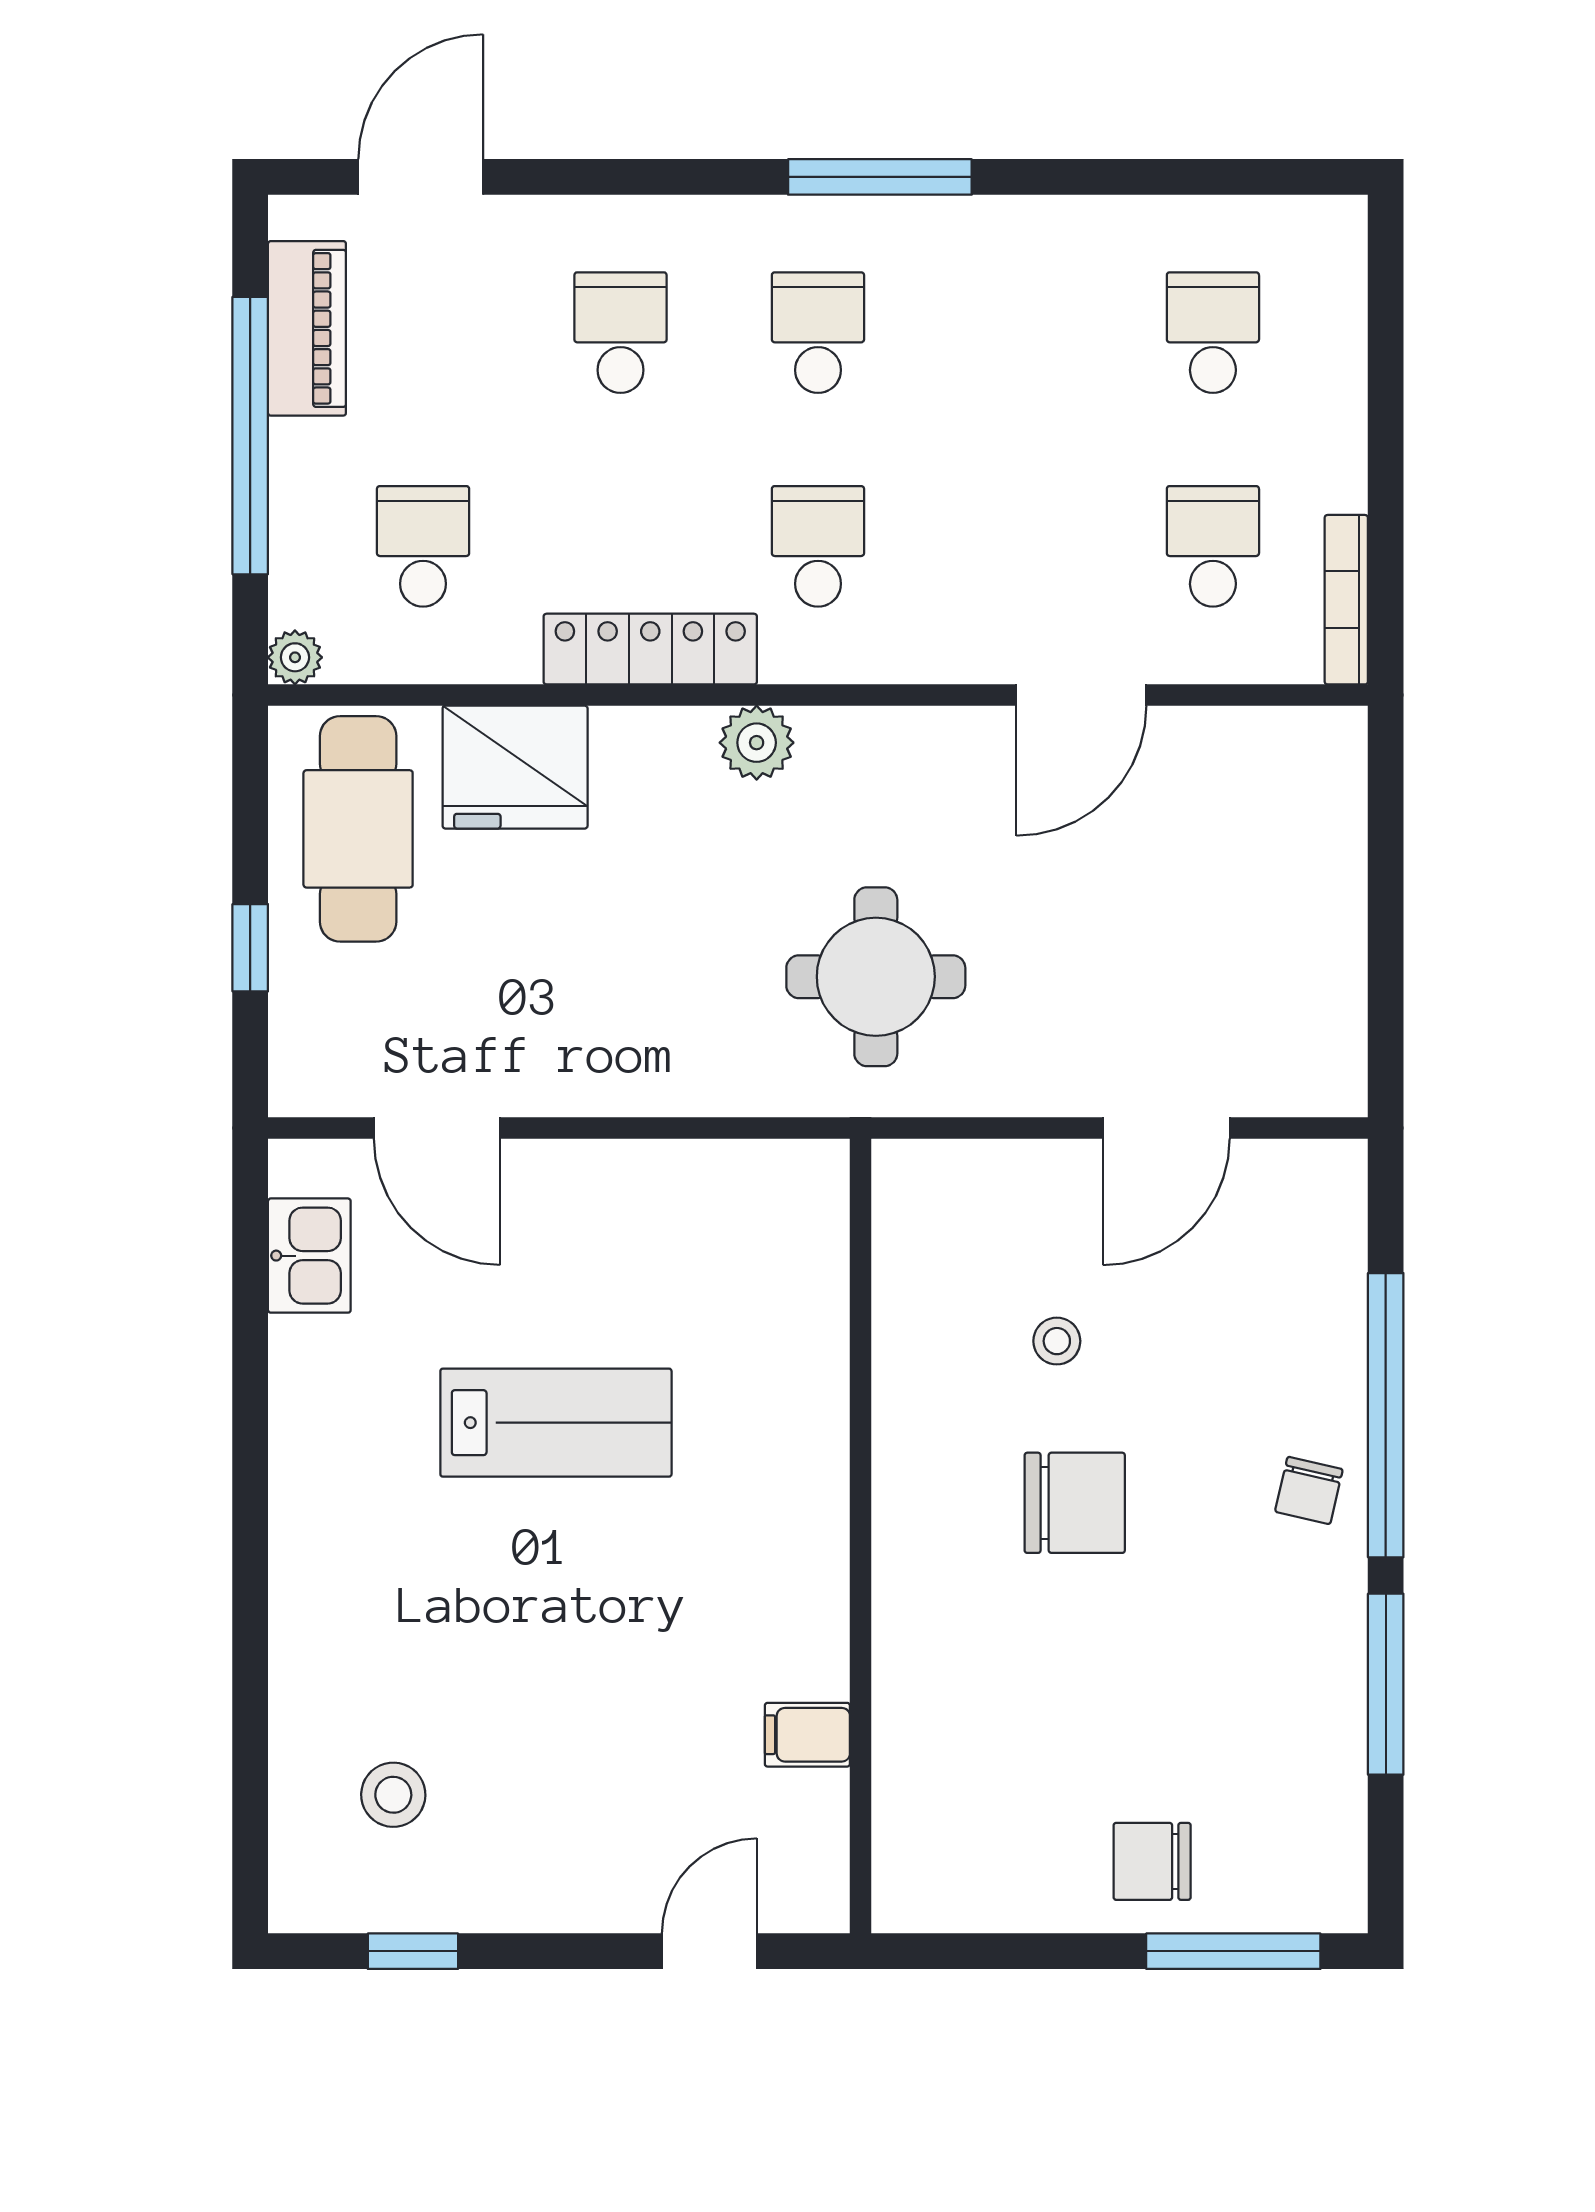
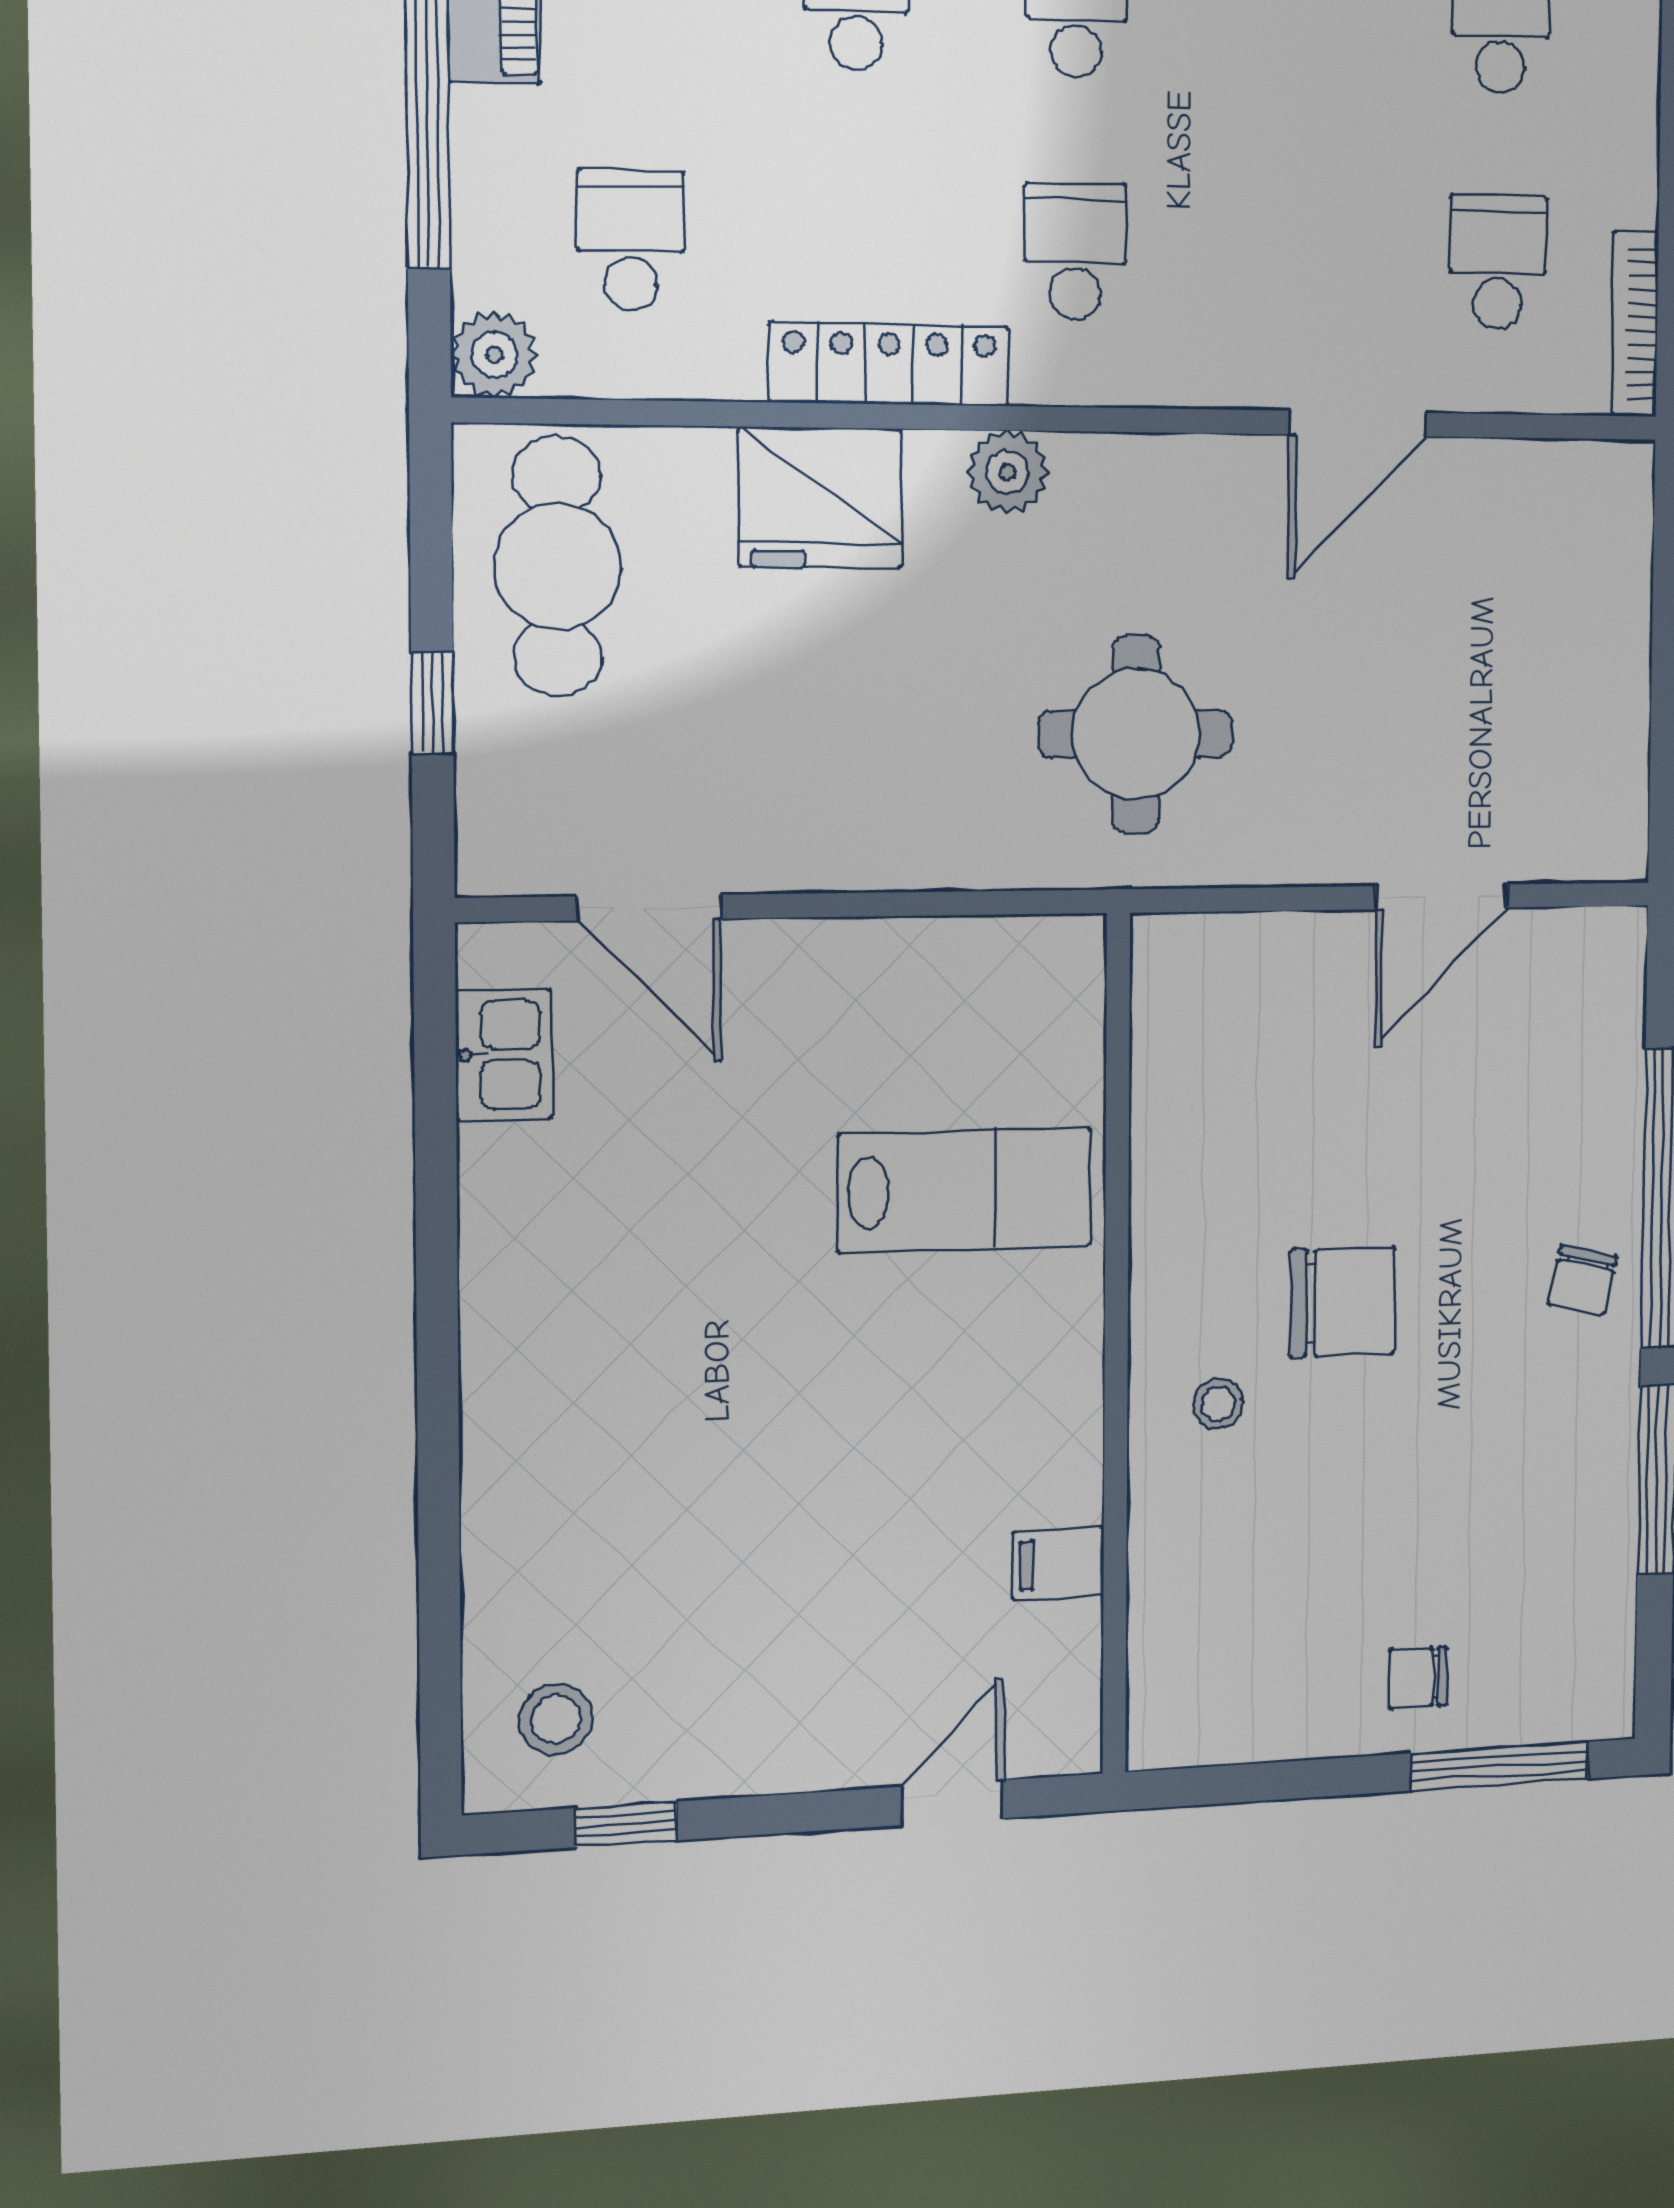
plant: (295, 657) -> (494, 355), width x1.38, depth x1.38
fridge: (515, 767) -> (821, 498), moved
stool: (1057, 1341) -> (1218, 1404), moved
lab bench: (556, 1423) -> (965, 1190), moved
stool: (393, 1795) -> (556, 1719), moved
chair: (1152, 1861) -> (1418, 1678), width x0.73, depth x0.73

